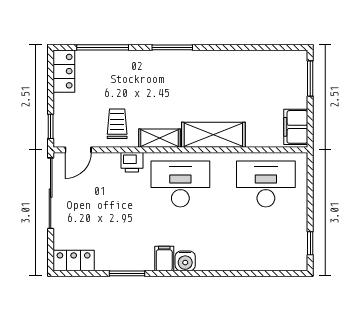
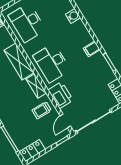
door: (78, 150) -> (65, 121), swing flipped
printer: (132, 162) -> (61, 95), width x1.87, depth x1.48
water cooler: (185, 261) -> (73, 16), moved

